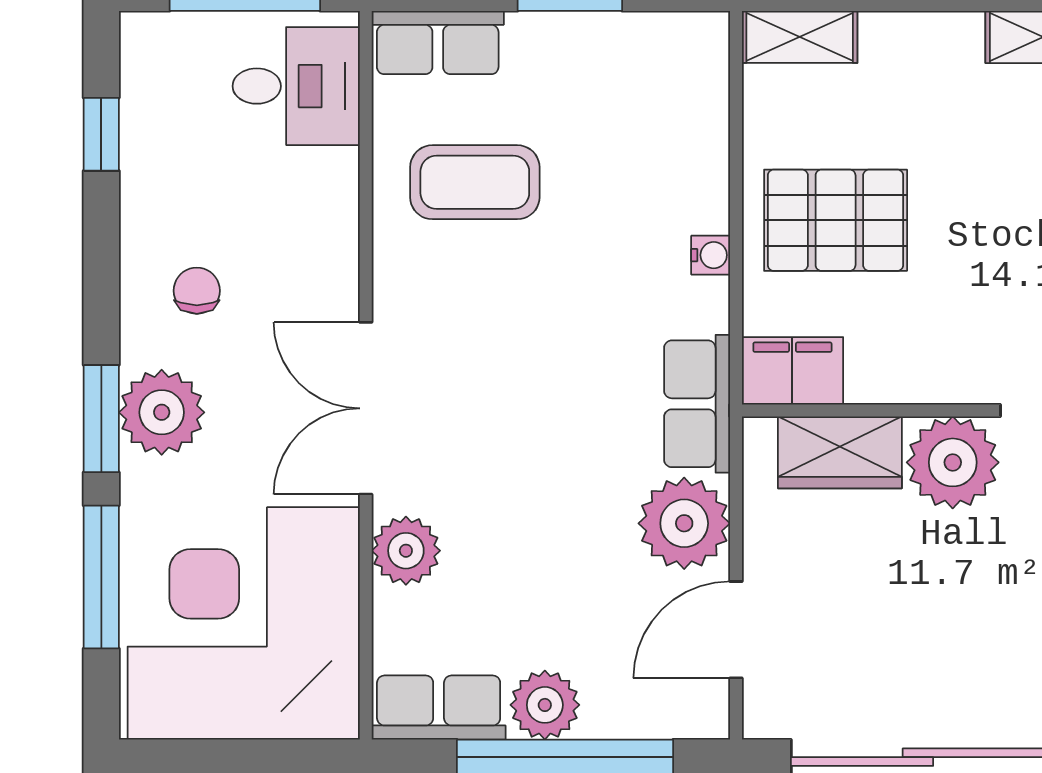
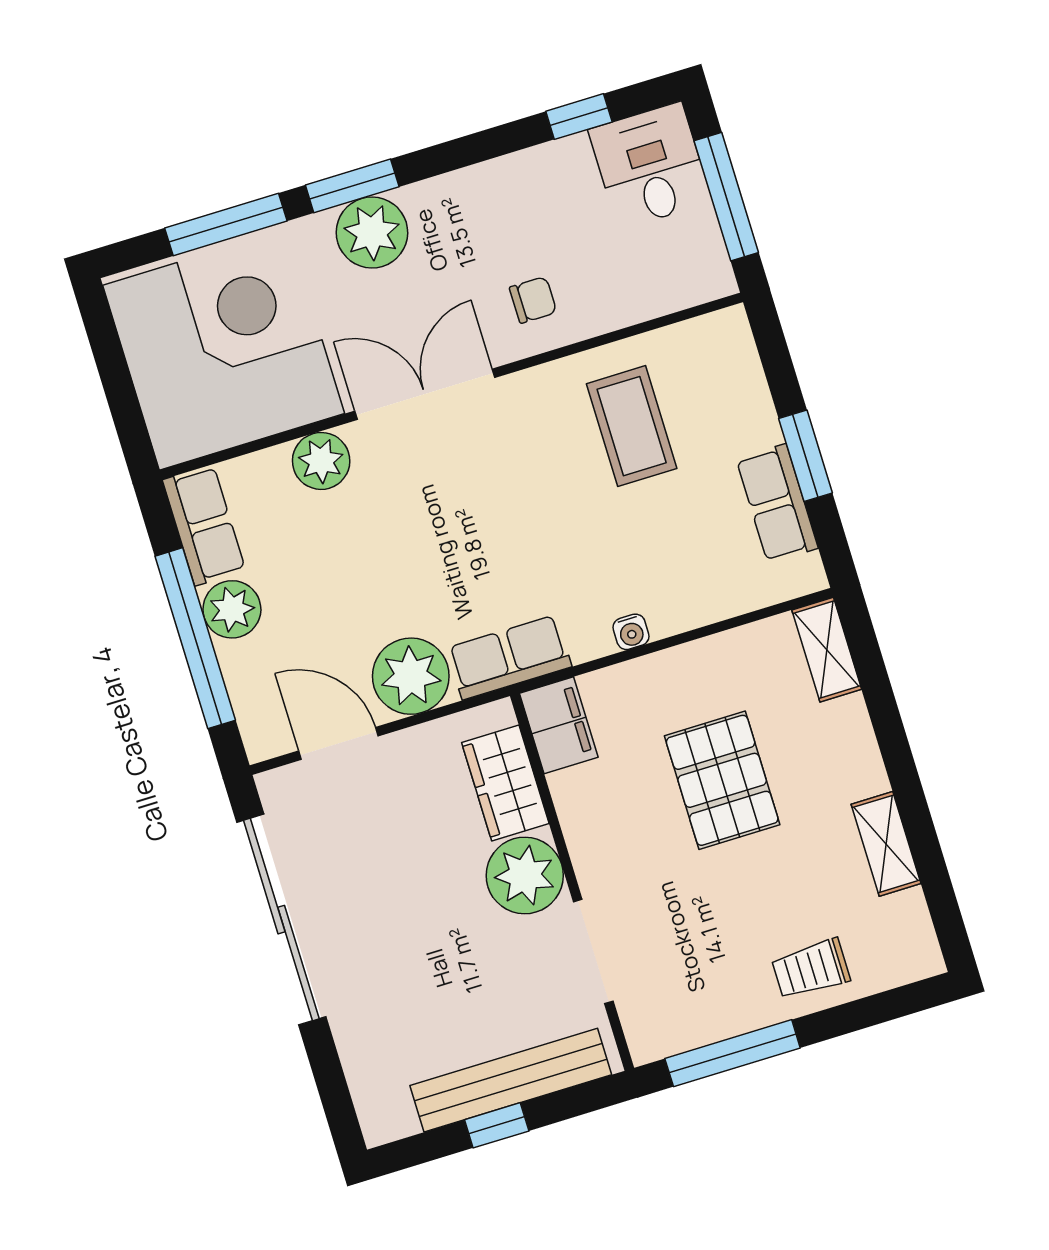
row of seats: (438, 43) -> (777, 503), moved
desk: (296, 86) -> (650, 166), moved, turned 180
pallet: (836, 220) -> (722, 780), moved
chair: (197, 291) -> (533, 300), moved

